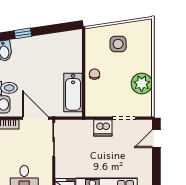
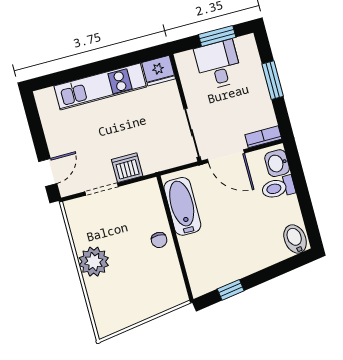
window: (23, 33) -> (231, 290), moved
side table: (118, 44) -> (137, 291), removed
plant: (142, 84) -> (94, 262), moved

